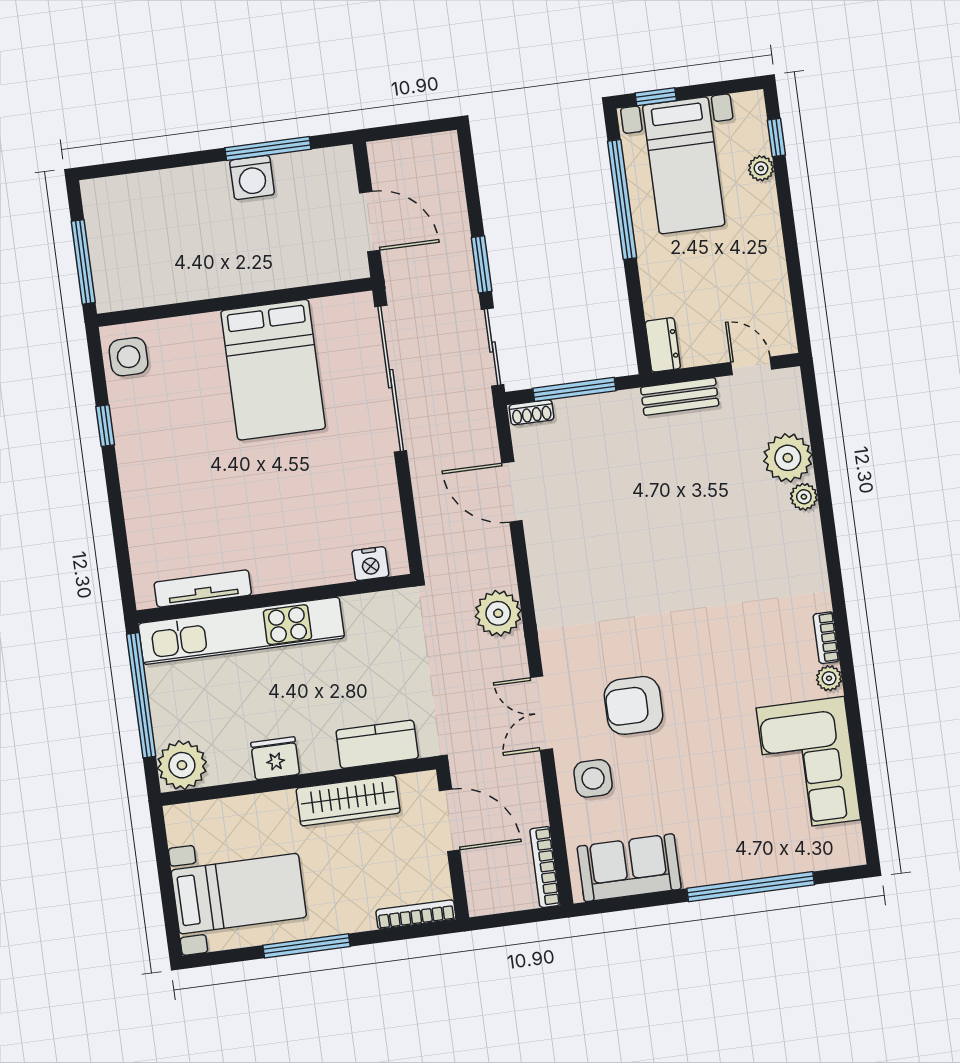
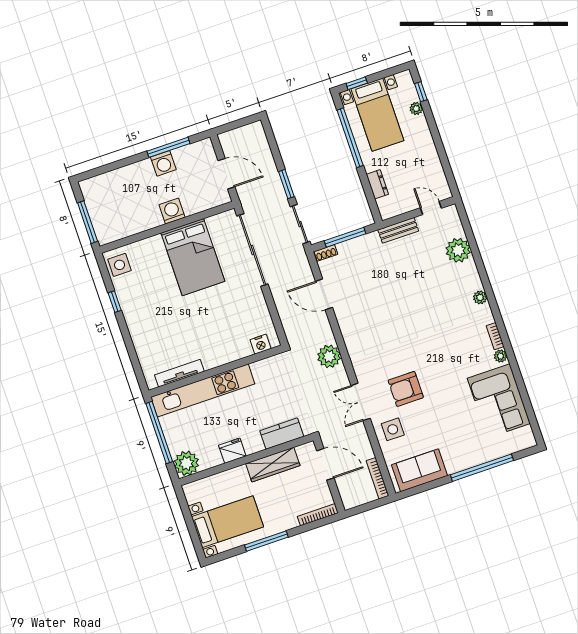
washing machine: (250, 273) -> (172, 211), added
dresser: (663, 345) -> (377, 184), moved
plant: (804, 497) -> (480, 297), moved

